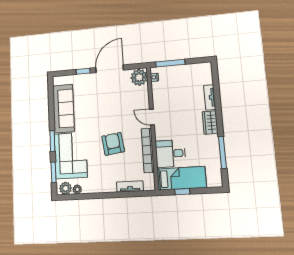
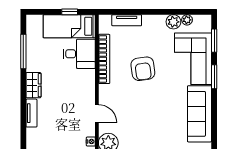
door: (152, 117) -> (97, 114), moved
plant: (66, 188) -> (173, 22), moved

